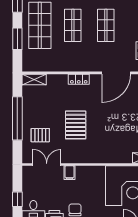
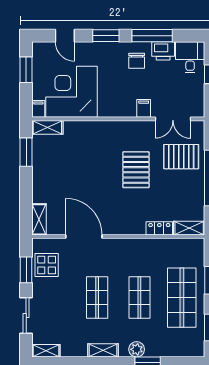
door: (116, 73) -> (84, 236), hinge flipped
locker: (79, 79) -> (159, 228), moved
pallet: (40, 135) -> (181, 157), width x1.50, depth x1.42

